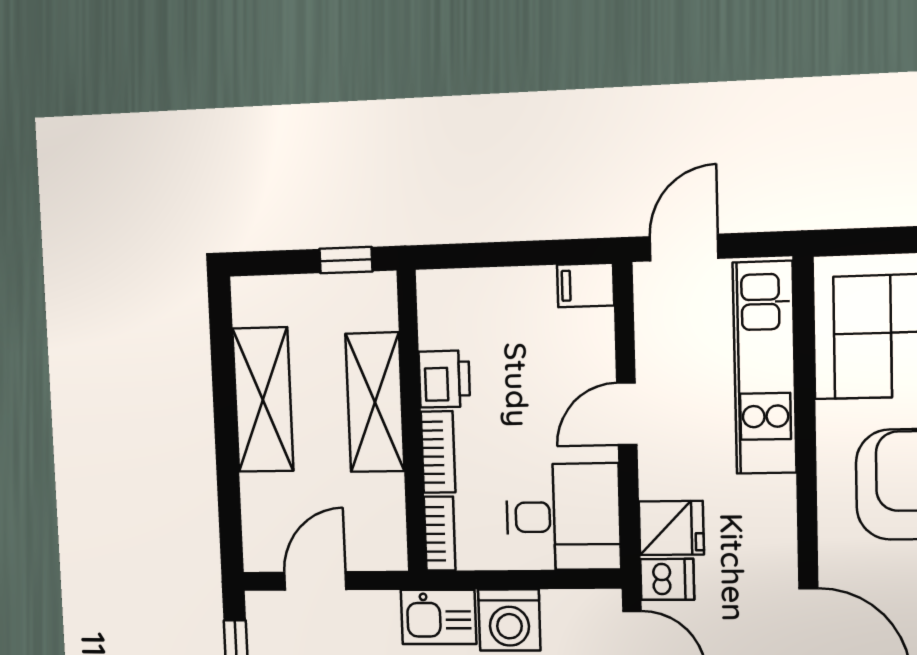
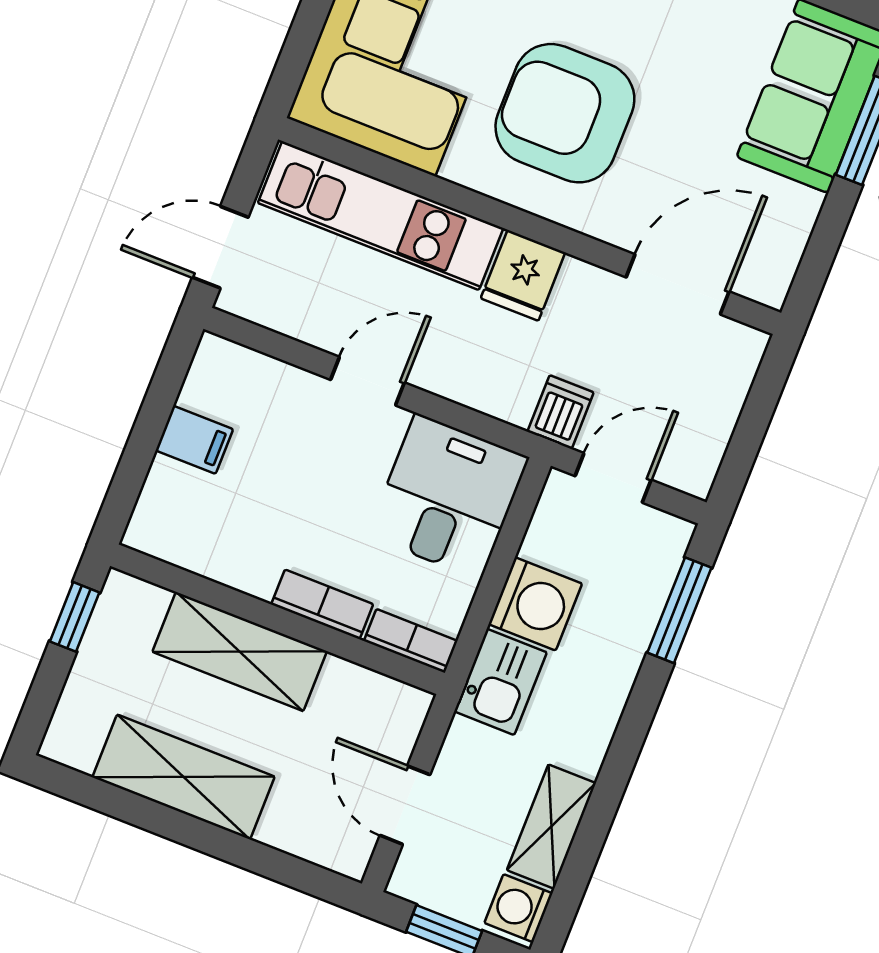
door: (684, 247) -> (220, 247), hinge flipped
filing cabinet: (586, 285) -> (194, 440), moved, turned -90
printer: (444, 379) -> (247, 563), removed
door: (627, 414) -> (367, 381), swing flipped
fridge: (671, 528) -> (523, 275), moved, turned 180

